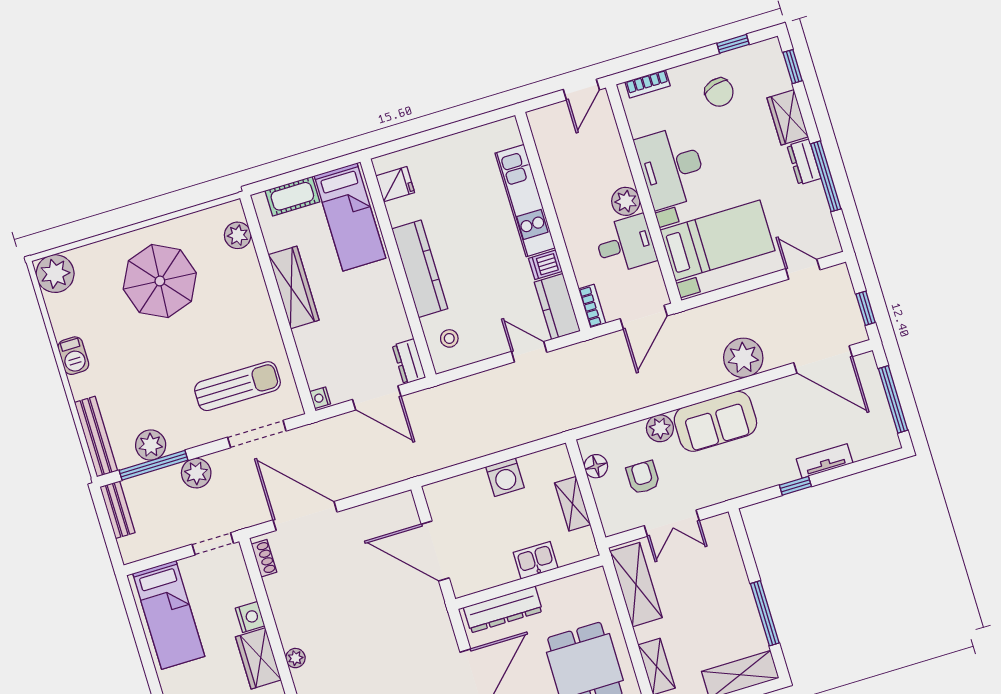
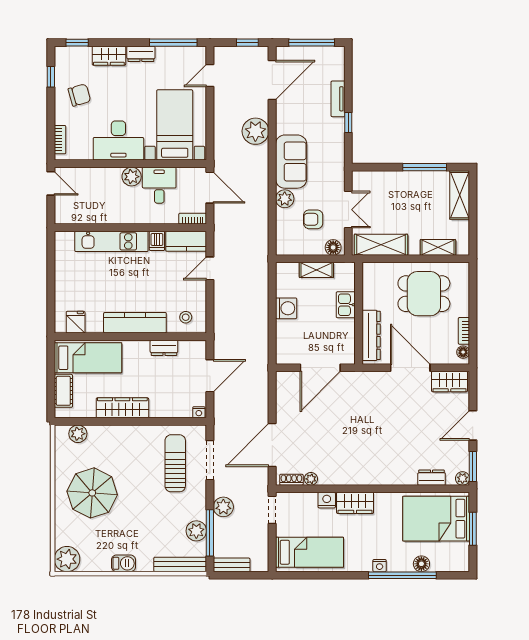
window: (826, 176) -> (173, 43), moved
dresser: (409, 362) -> (164, 348), moved
floor lamp: (596, 466) -> (333, 247), moved
plant: (295, 658) -> (311, 479), moved

